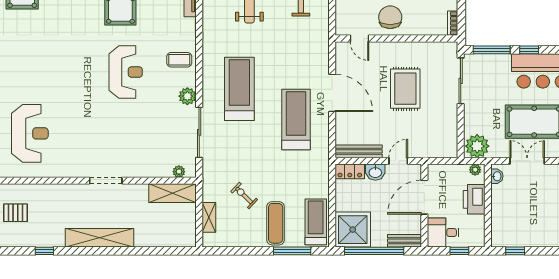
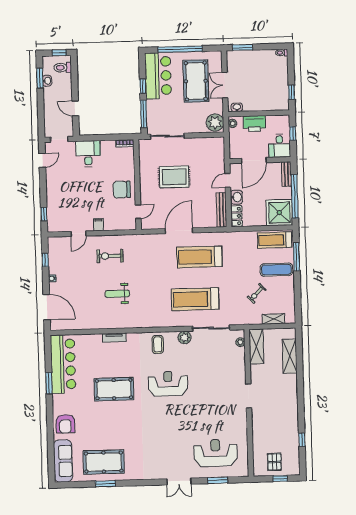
treadmill: (239, 89) -> (195, 299), moved
door: (398, 161) -> (228, 180), hinge flipped
door: (424, 197) -> (254, 160), hinge flipped
shelving: (100, 238) -> (290, 356), moved, width x0.68

